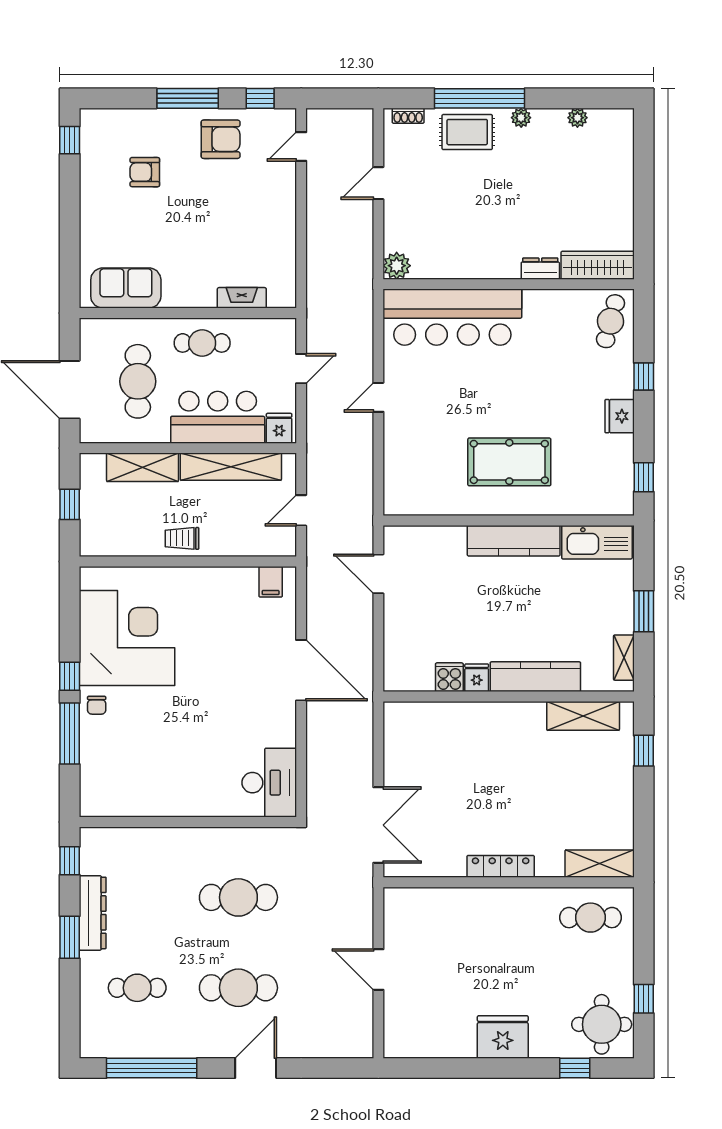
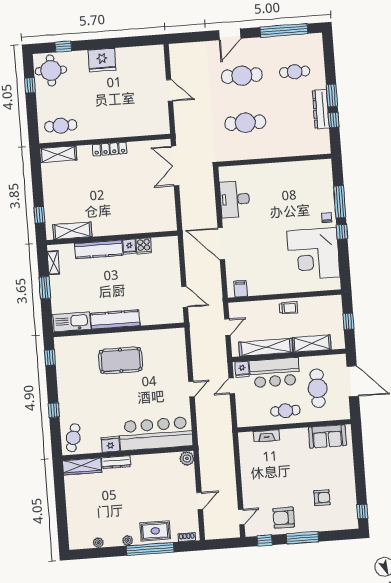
dresser: (540, 269) -> (116, 462), width x1.44
door: (301, 369) -> (232, 386), moved
fridge: (620, 416) -> (110, 444), moved, turned -90
desk: (269, 783) -> (235, 199), moved
window: (70, 861) -> (334, 120), moved

